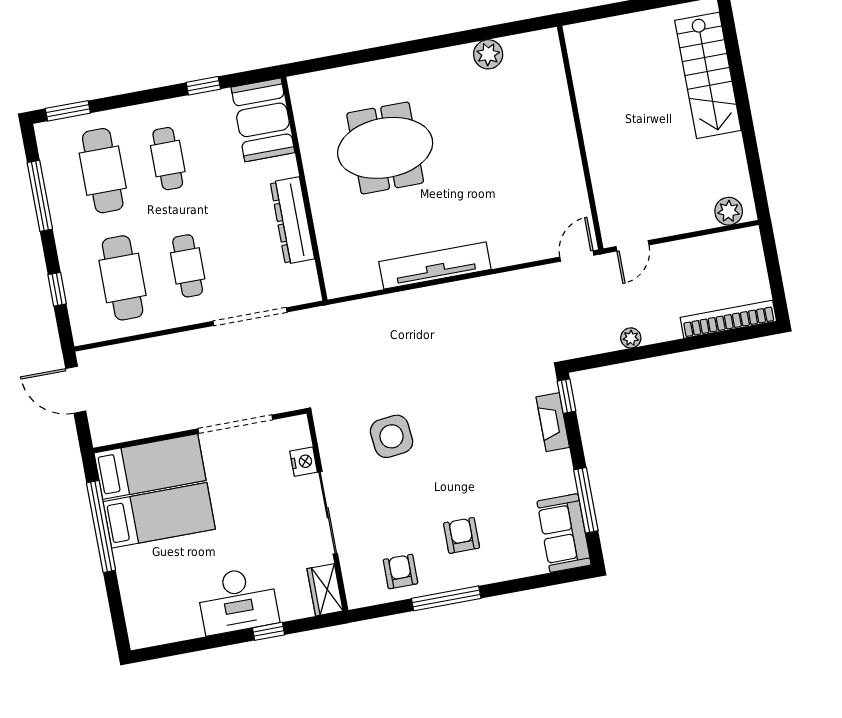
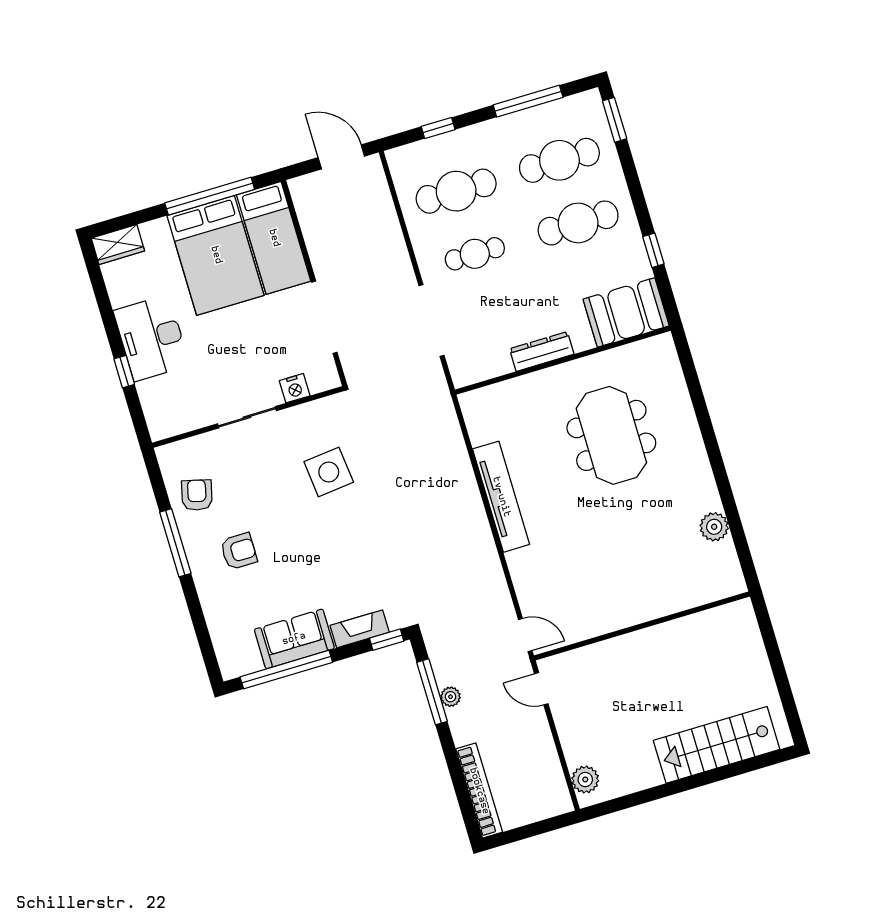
cafe table: (168, 159) -> (578, 223), width x1.37, depth x1.35
dresser: (292, 221) -> (542, 352), width x0.73, depth x0.80
window: (624, 356) -> (432, 692), added
door: (76, 390) -> (341, 157), hinge flipped
window: (586, 500) -> (286, 670), width x1.46
sliding door: (328, 513) -> (247, 417), width x0.73
bed: (159, 515) -> (216, 255), width x1.50
sofa: (564, 533) -> (294, 639), moved
armchair: (401, 572) -> (197, 495), turned -76
wardrobe: (325, 590) -> (118, 245), moved, turned 180

